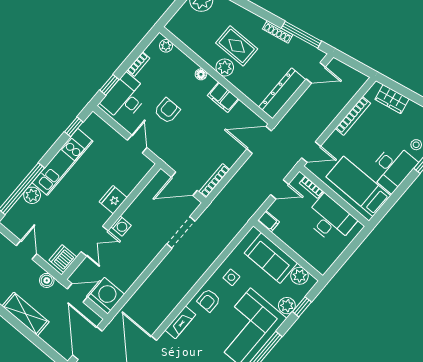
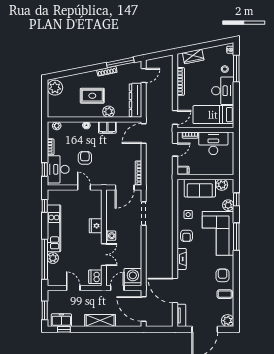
plant: (225, 67) -> (109, 112), moved
boiler: (47, 280) -> (96, 295), removed

